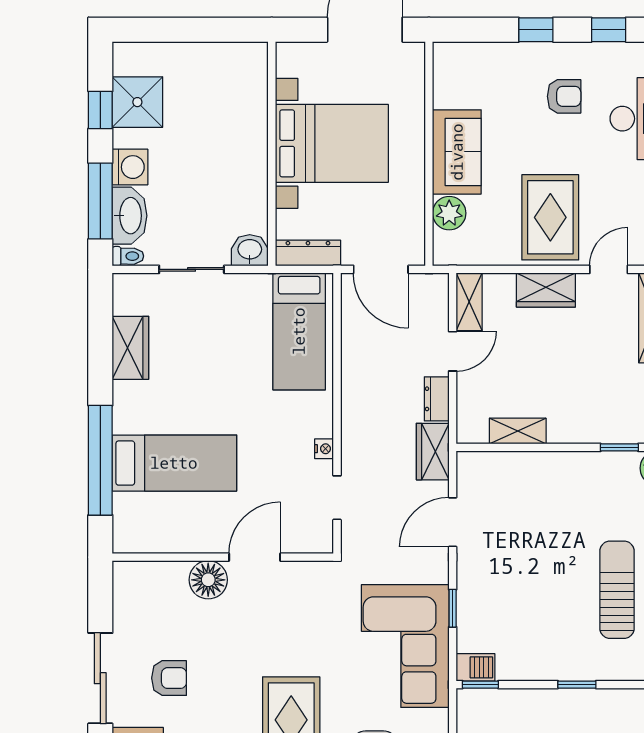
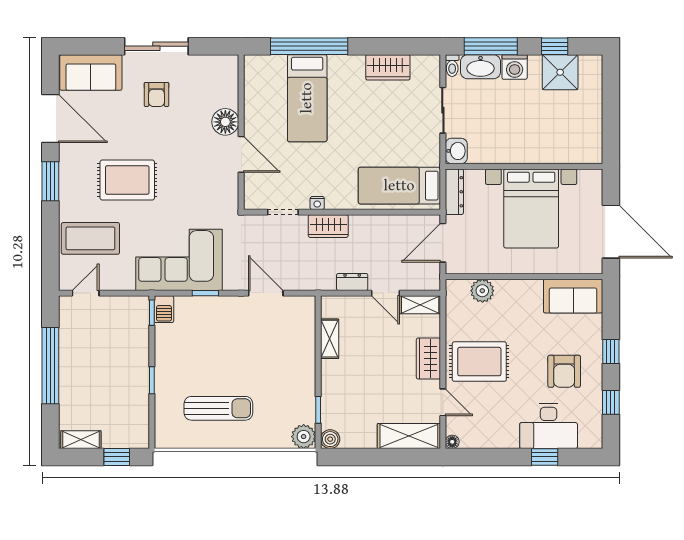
armchair: (564, 96) -> (564, 371), width x1.38, depth x1.38
sofa: (457, 152) -> (573, 296), moved
wardrobe: (433, 452) -> (328, 226), moved, turned 180

